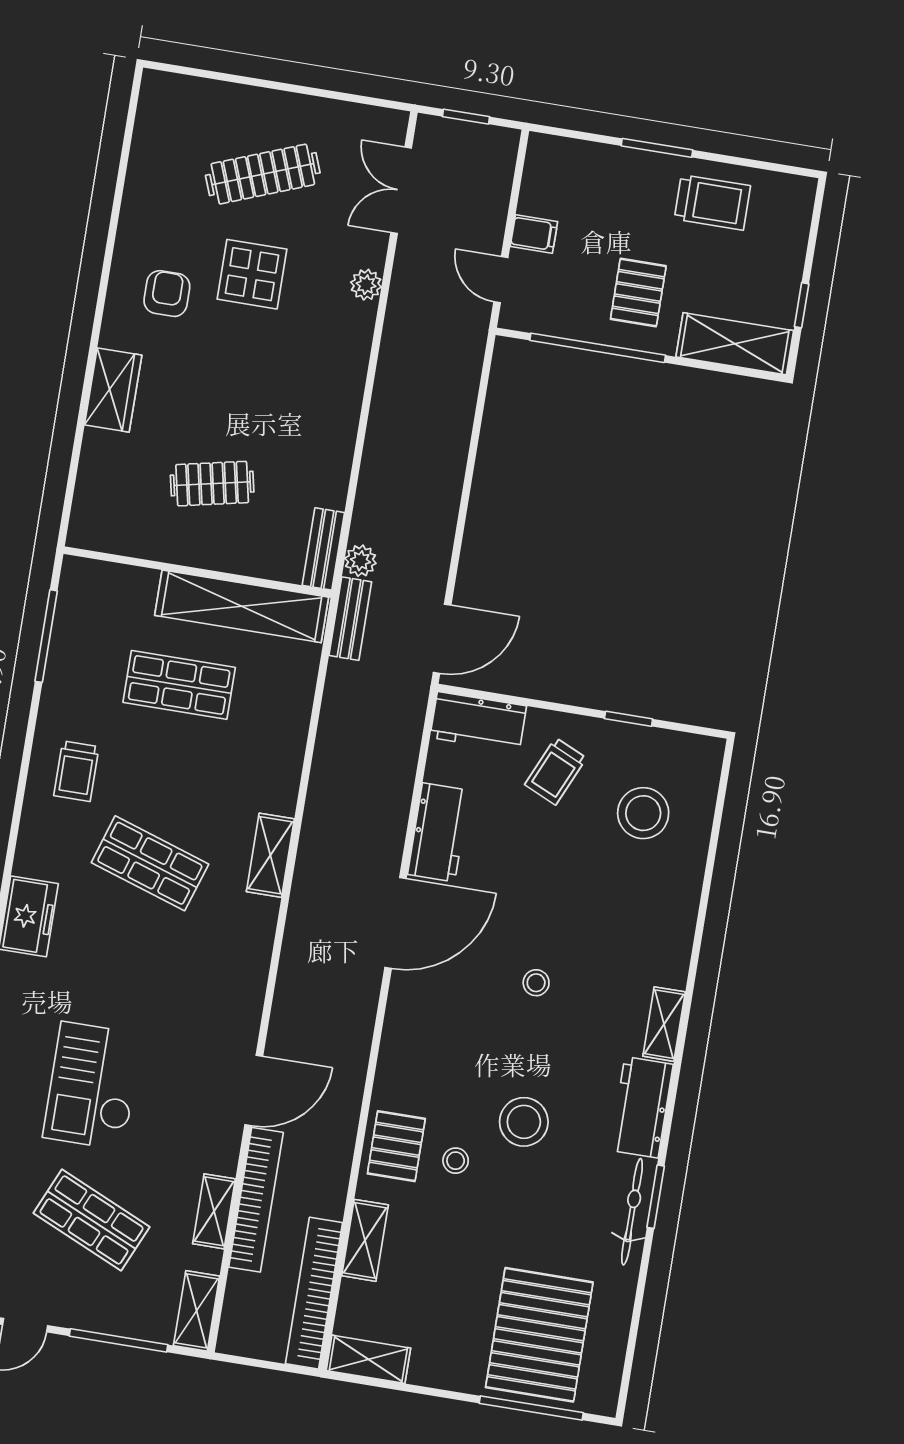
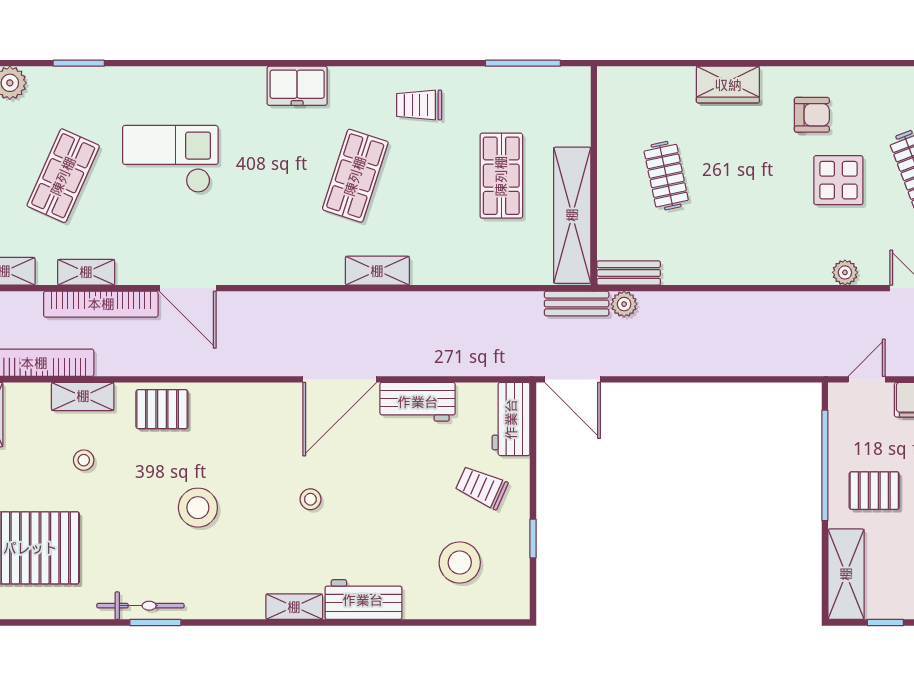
door: (396, 923) -> (340, 379), hinge flipped
workbench: (642, 1107) -> (363, 600), moved
stool: (456, 1161) -> (84, 460), moved

